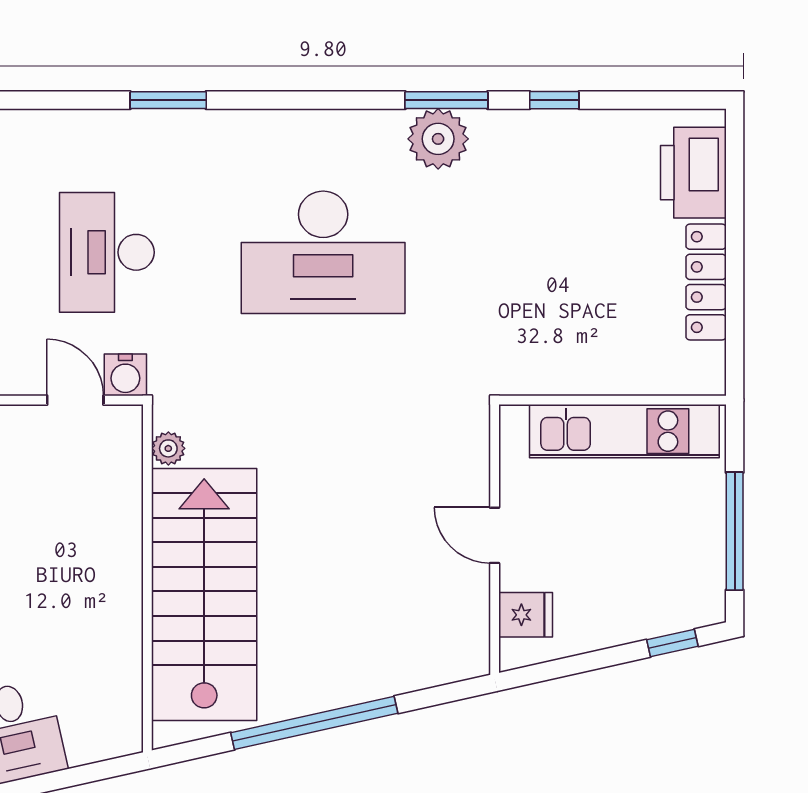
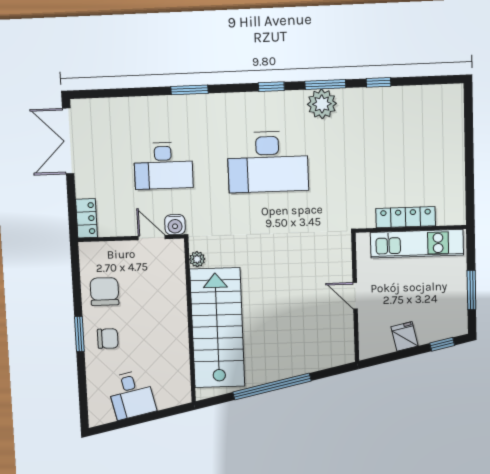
window: (336, 100) -> (271, 87), added
printer: (693, 173) -> (448, 116), removed
desk: (107, 252) -> (163, 166), turned -90
locker: (706, 282) -> (406, 217), moved, turned 90
window: (735, 531) -> (471, 290), width x0.69
fridge: (526, 615) -> (405, 336), moved, turned -103

